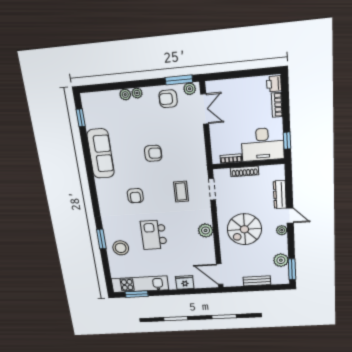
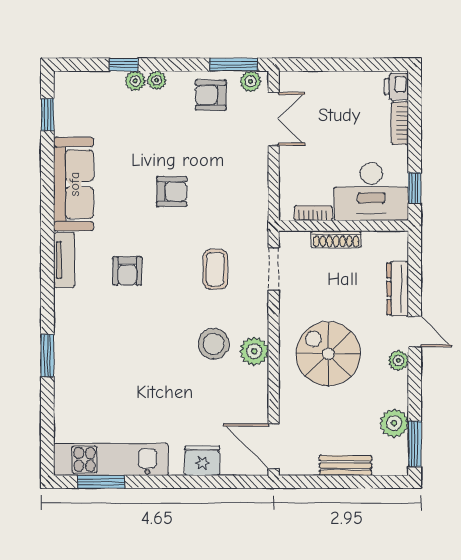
window: (118, 86) -> (124, 65), added
tv unit: (102, 193) -> (64, 260), added
spiral stairs: (244, 229) -> (328, 354), turned 90
kitchen island: (154, 235) -> (153, 353), removed
stool: (121, 248) -> (214, 344), moved

